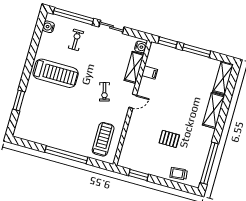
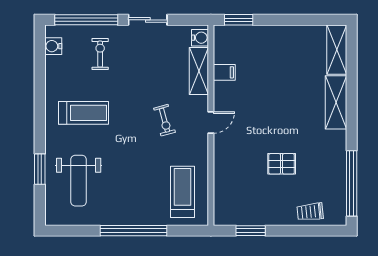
window: (196, 51) -> (285, 20), removed
treadmill: (56, 73) -> (83, 113), width x0.73, depth x0.73
weight bench: (41, 114) -> (79, 181), added

